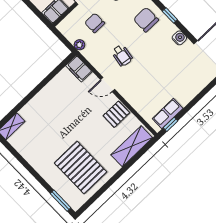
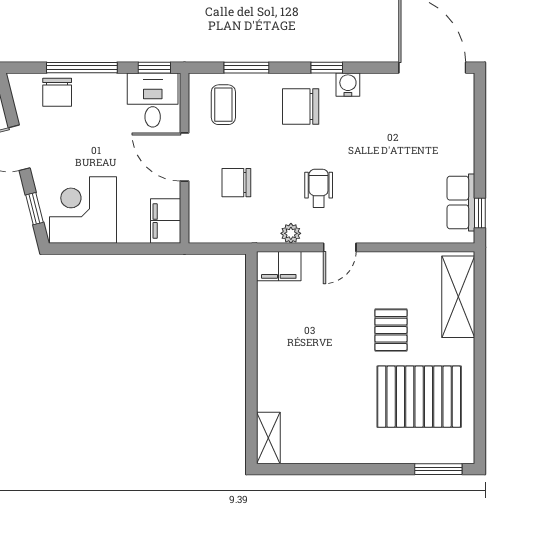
water cooler: (179, 38) -> (348, 85), moved
plant: (79, 45) -> (291, 233), moved
wheelchair: (122, 56) -> (319, 188), turned -99
pallet: (116, 114) -> (391, 330), moved

